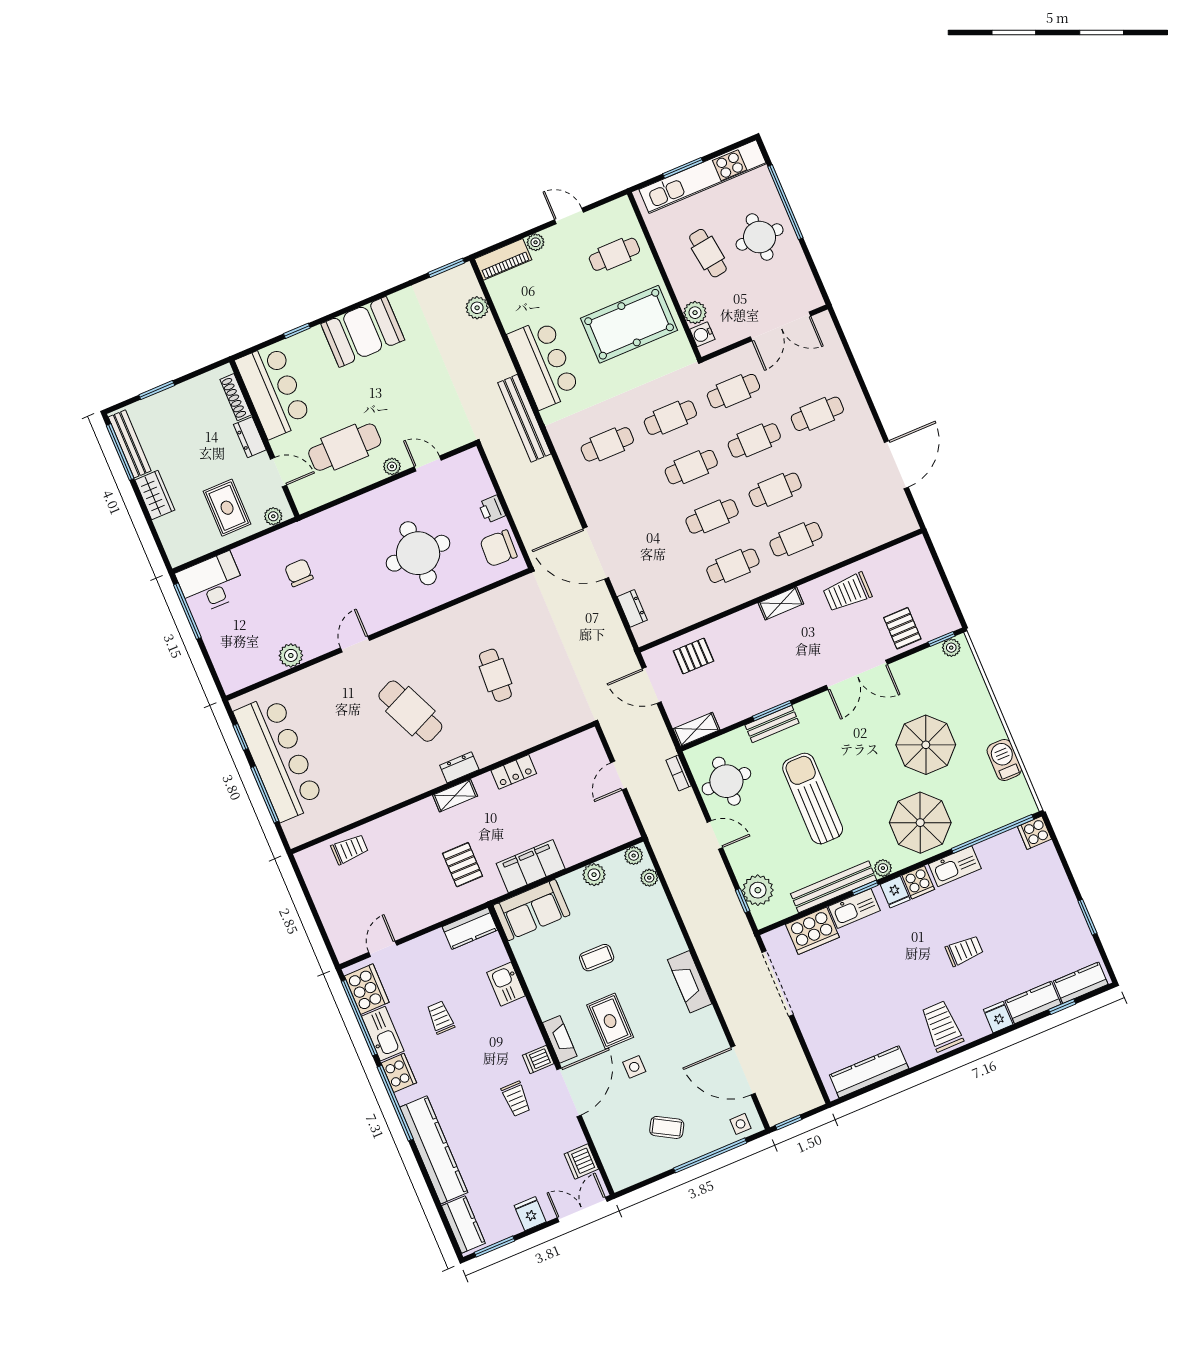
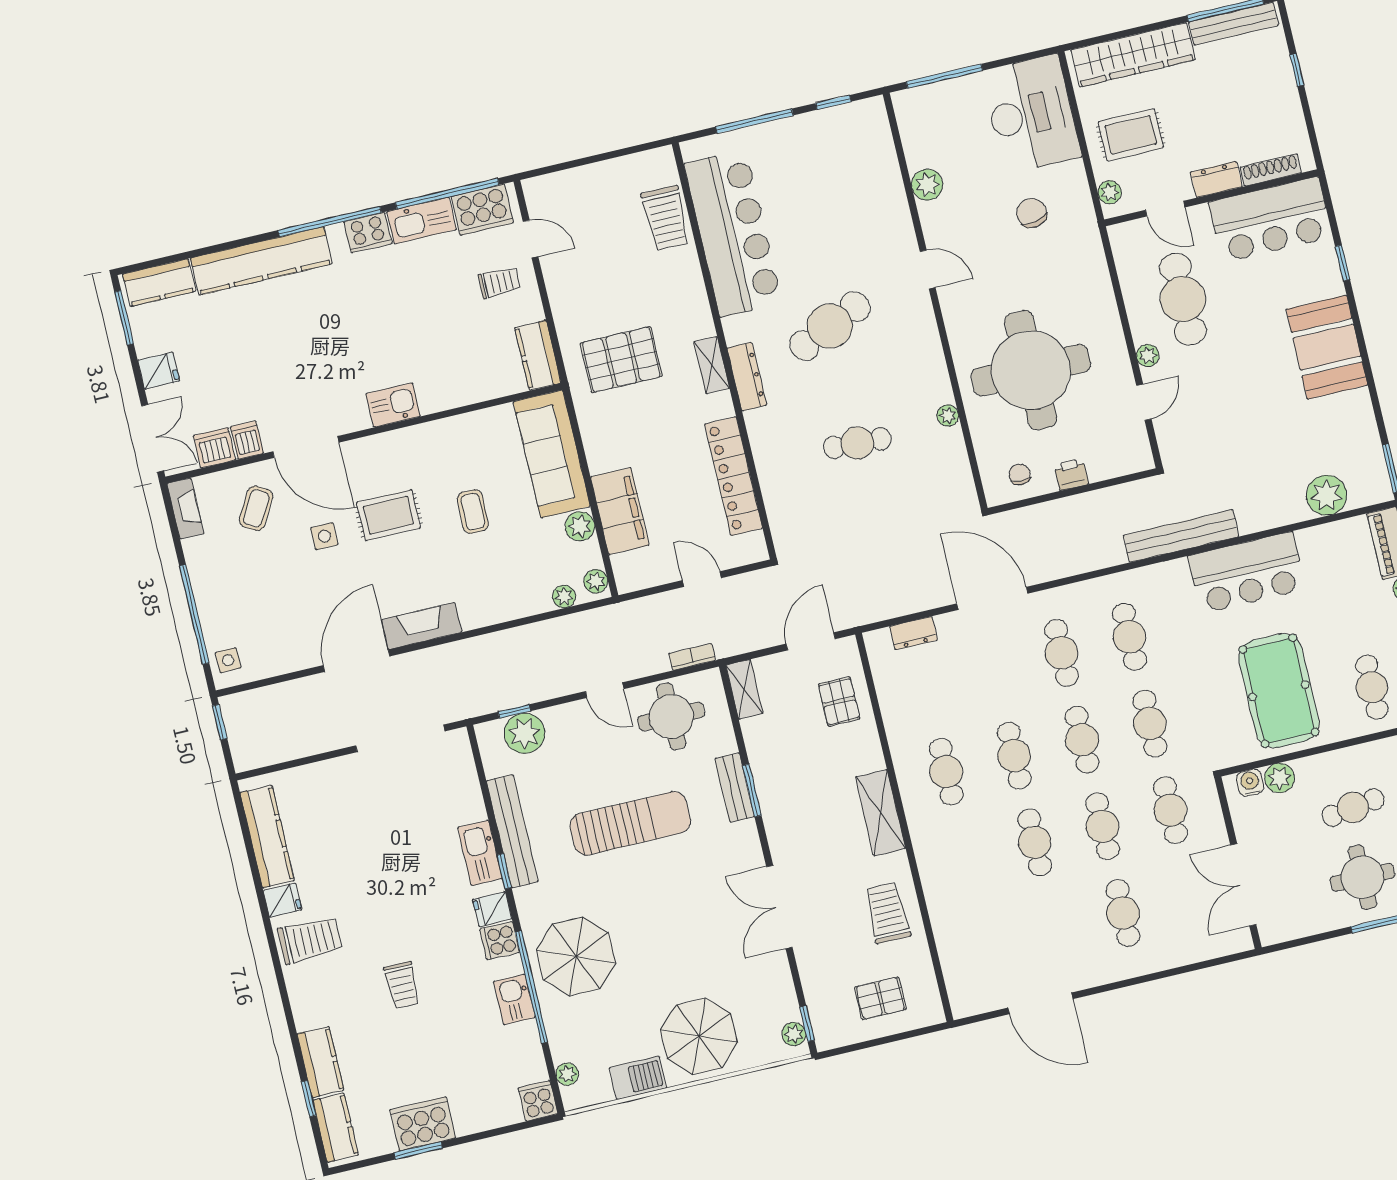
plant: (477, 308) -> (1327, 495), width x1.36, depth x1.36
window: (157, 390) -> (1297, 70), width x0.67
door: (279, 472) -> (1165, 209), hinge flipped
wardrobe: (155, 495) -> (1133, 55), width x2.10, depth x1.17
cafe table: (796, 539) -> (1062, 653), moved
chair: (498, 548) -> (1020, 474), width x0.54, depth x0.54
round table: (418, 553) -> (1031, 370), width x1.36, depth x1.36
door: (596, 553) -> (992, 598), hinge flipped
chair: (299, 573) -> (1032, 213), turned -102
desk: (211, 583) -> (1031, 114), width x1.36, depth x1.30
shelving: (781, 603) -> (881, 813), width x1.50, depth x1.33
plant: (463, 610) -> (948, 416), added
window: (187, 611) -> (944, 76), moved
pallet: (902, 628) -> (880, 998), moved
parasol: (926, 745) -> (699, 1036), moved
bar counter: (279, 758) -> (733, 233), moved, turned -90
dresser: (459, 767) -> (747, 377), width x1.44
locker: (514, 772) -> (734, 476), width x2.16, depth x1.21
window: (993, 834) -> (532, 987), moved
door: (715, 835) -> (605, 690), hinge flipped
trolley: (350, 849) -> (666, 218), width x1.36, depth x1.39
pallet: (462, 865) -> (621, 360), width x1.50, depth x1.42
filing cabinet: (531, 866) -> (620, 511), moved
kitchen sink: (955, 866) -> (514, 999), width x0.73
plant: (883, 868) -> (567, 1074), moved
sofa: (532, 910) -> (552, 454), width x1.36
cooker: (812, 931) -> (423, 1124), moved, turned 90
kitchen sink: (506, 984) -> (393, 405), moved
fridge: (998, 1017) -> (282, 900), moved
trolley: (441, 1018) -> (499, 282), moved
fireplace: (560, 1039) -> (185, 509), moved, turned -90
dishwasher: (538, 1059) -> (247, 440), moved
door: (743, 1070) -> (356, 661), moved
trolley: (516, 1099) -> (309, 378), removed
coffee table: (667, 1127) -> (256, 508), moved

